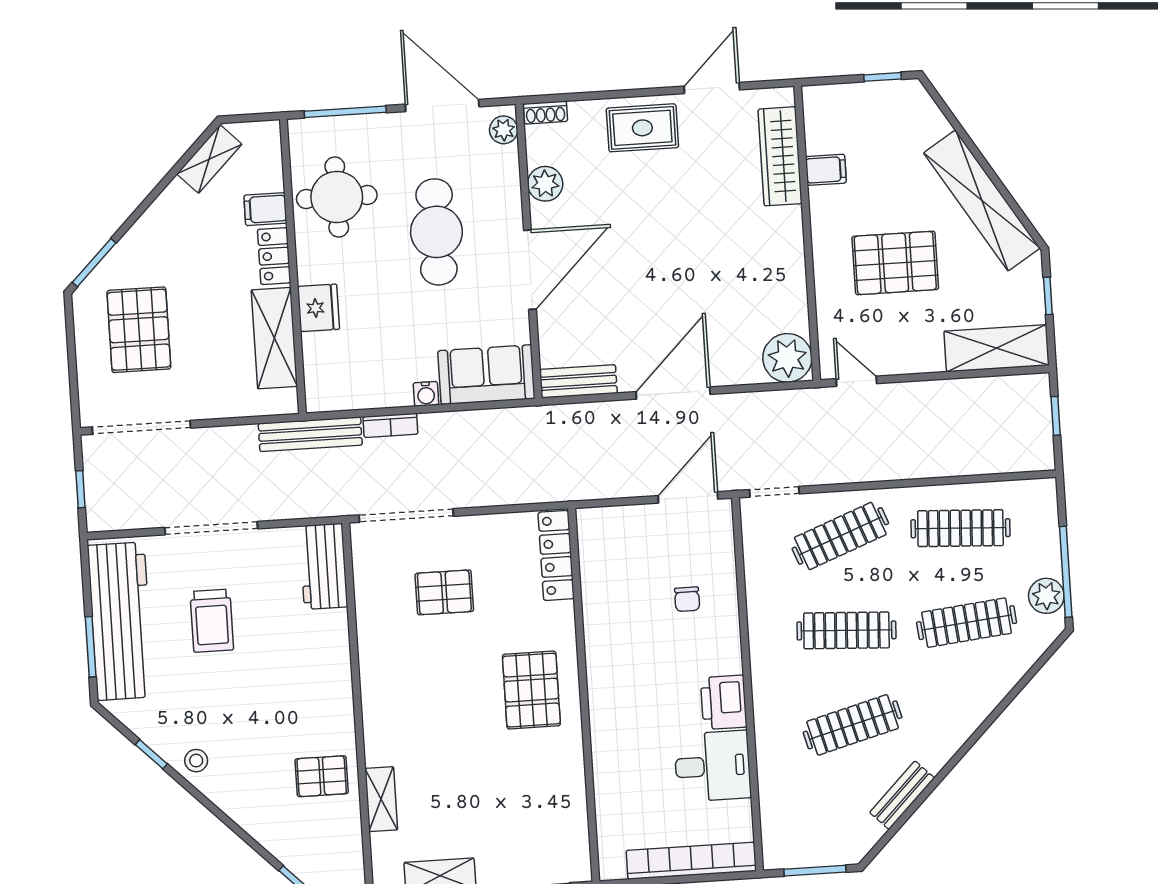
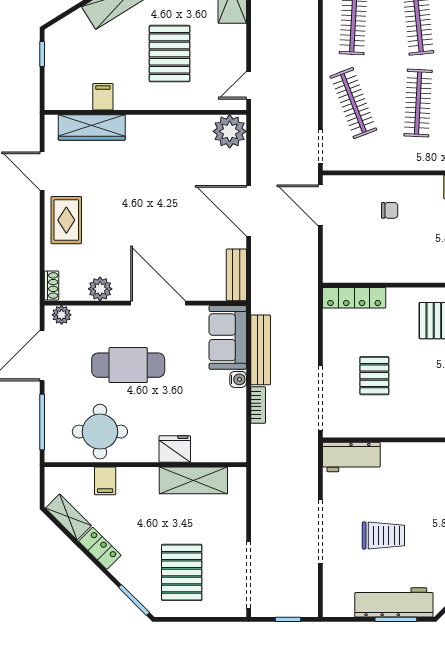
locker: (274, 256) -> (100, 548), moved, turned -135
pallet: (139, 330) -> (182, 572), turned 90
bench: (310, 434) -> (261, 350), moved
workbench: (121, 621) -> (394, 602), width x0.73, depth x0.76

